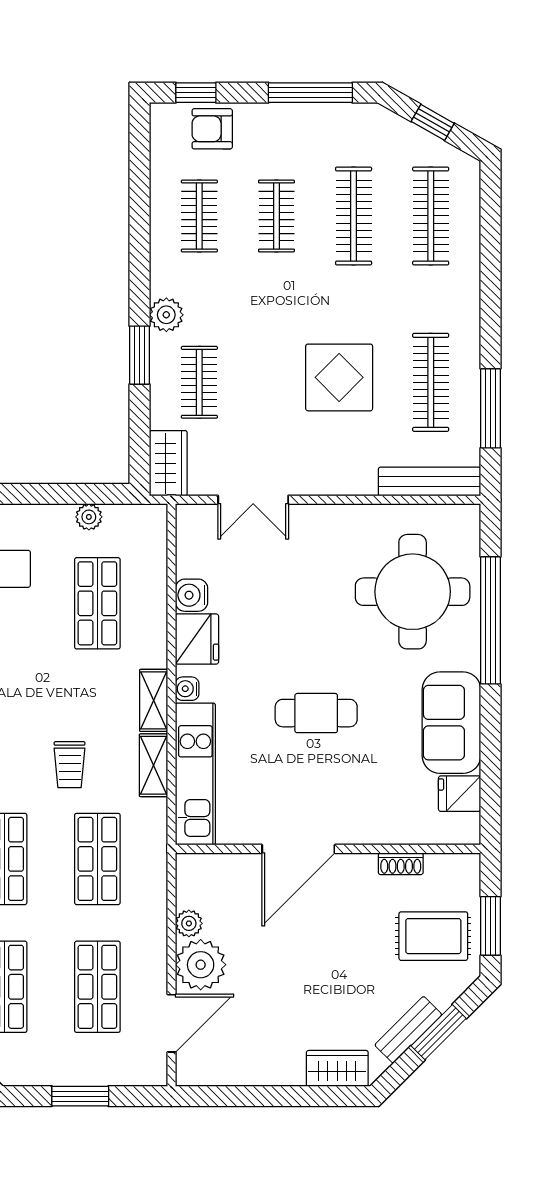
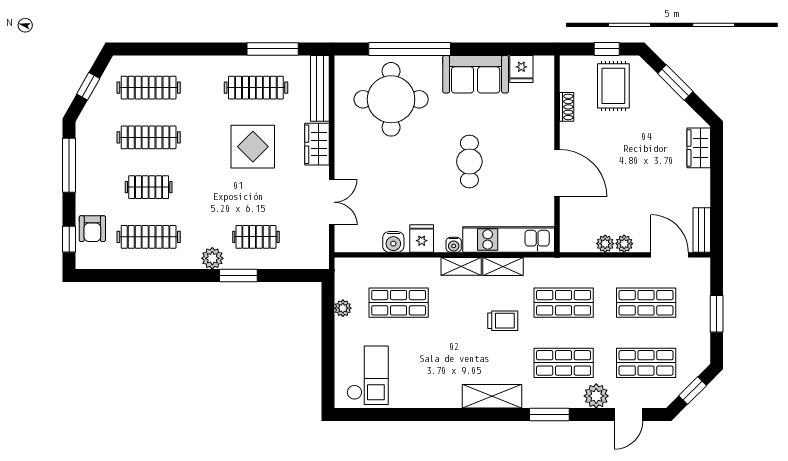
clothes rail: (199, 216) -> (149, 237), width x1.36
wardrobe: (168, 463) -> (317, 144), moved, turned -90
fridge: (197, 639) -> (422, 238), width x0.72
window: (491, 926) -> (607, 49), width x0.67
plant: (201, 965) -> (624, 244), width x0.53, depth x0.53
bench: (408, 1030) -> (702, 230), moved, turned 45

